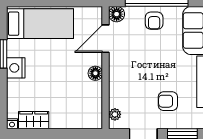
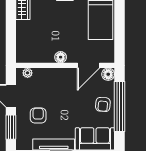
armchair: (154, 21) -> (103, 104), turned -85
door: (106, 39) -> (88, 65), swing flipped

